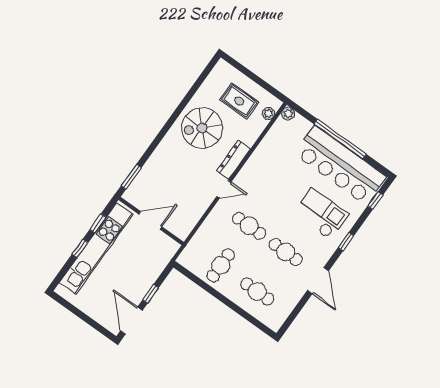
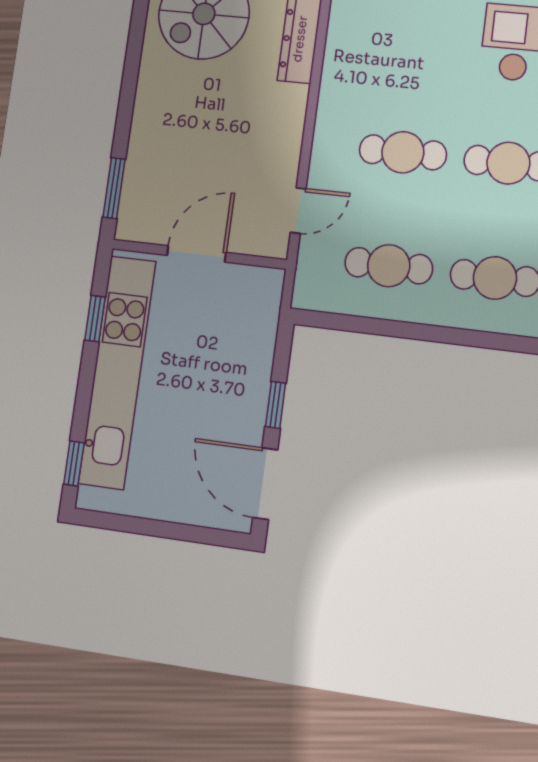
door: (224, 189) -> (298, 211), moved
window: (80, 248) -> (74, 463), moved
cafe table: (221, 265) -> (389, 266), turned 90

